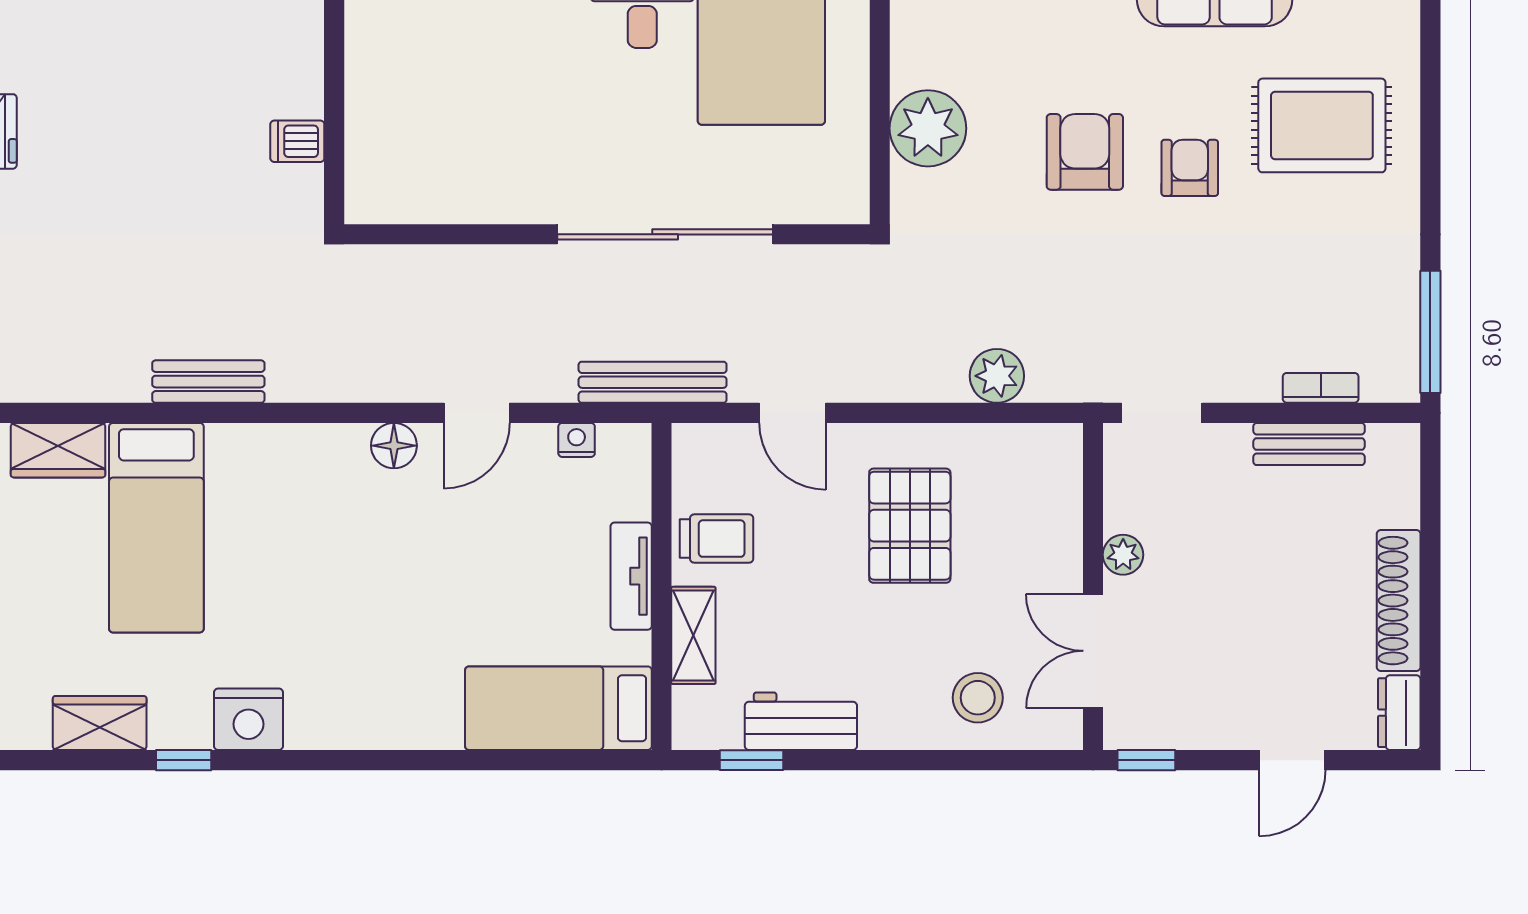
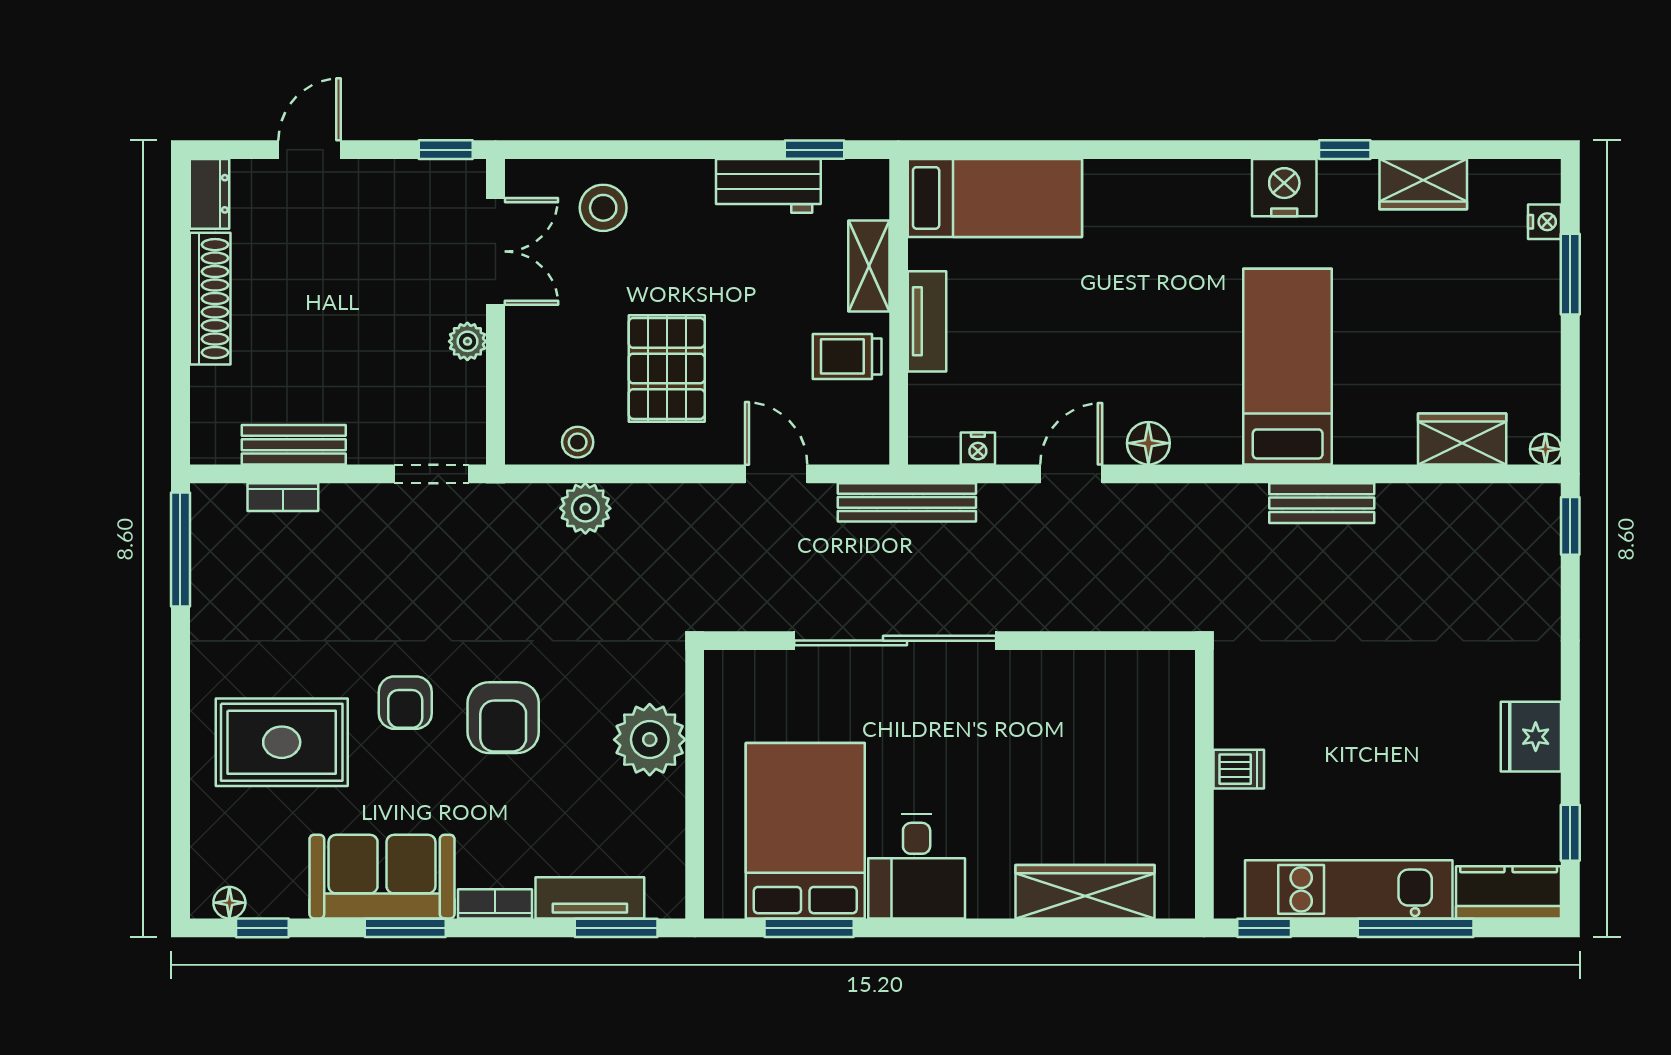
dishwasher: (297, 141) -> (1239, 769), moved
stool: (1005, 447) -> (578, 442), added
bed: (156, 528) -> (1288, 367), moved

